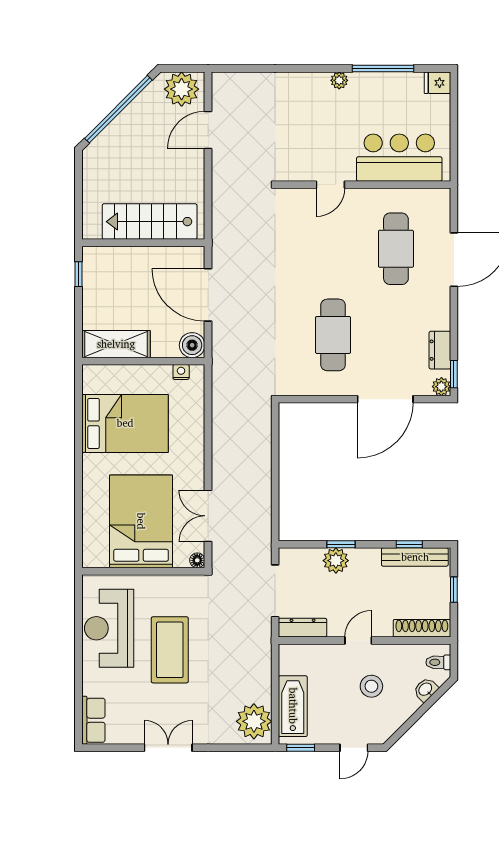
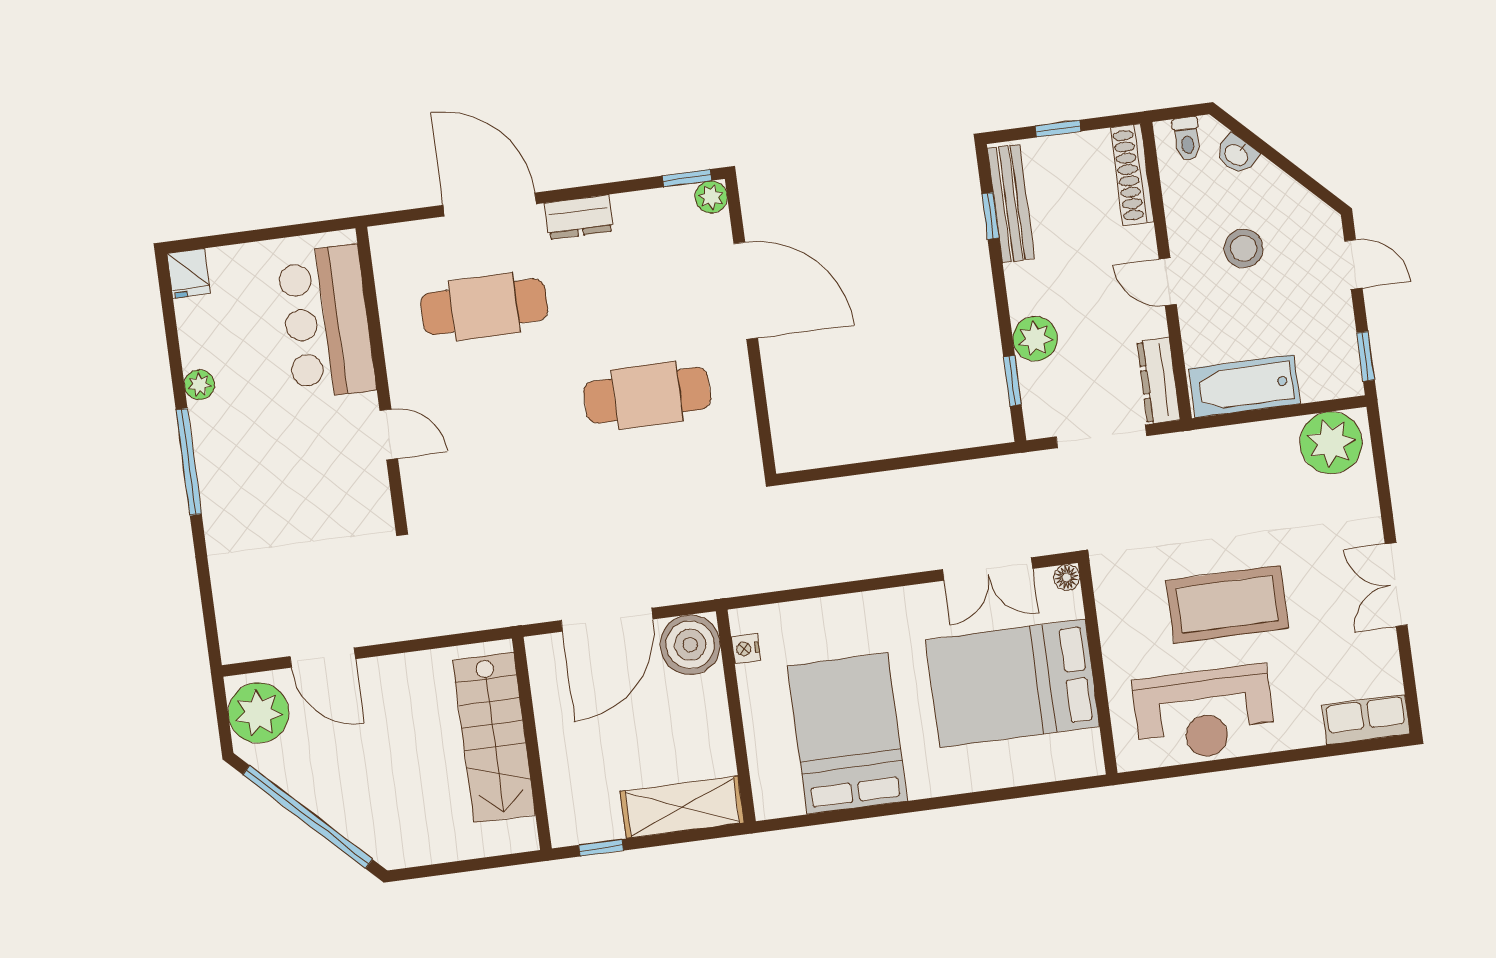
window: (383, 68) -> (189, 462), moved
plant: (339, 80) -> (199, 385), moved
shelving: (116, 344) -> (682, 807), moved, turned 90
boiler: (192, 345) -> (690, 645), width x1.37, depth x1.37
dresser: (440, 350) -> (579, 217), moved
window: (341, 544) -> (1012, 381), moved
bathtub: (293, 706) -> (1244, 386), moved

